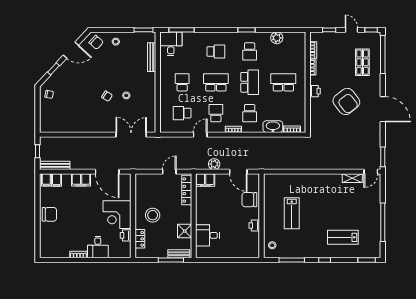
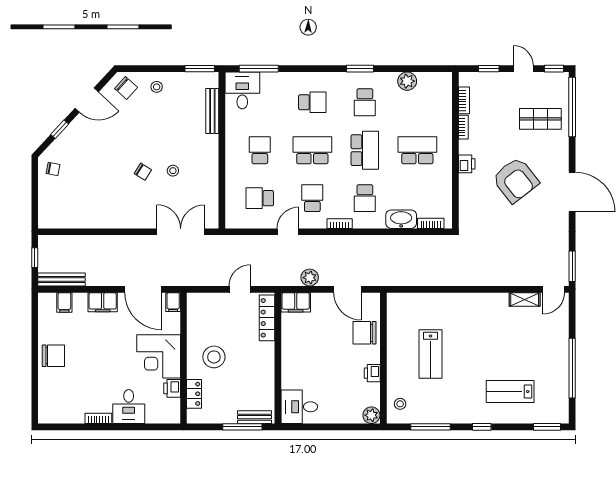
shop shelf: (362, 62) -> (540, 119), turned 90
filing cabinet: (46, 180) -> (173, 302), moved
shower: (185, 231) -> (264, 382), removed
desk: (207, 235) -> (299, 407), moved
plant: (254, 253) -> (371, 415), added

